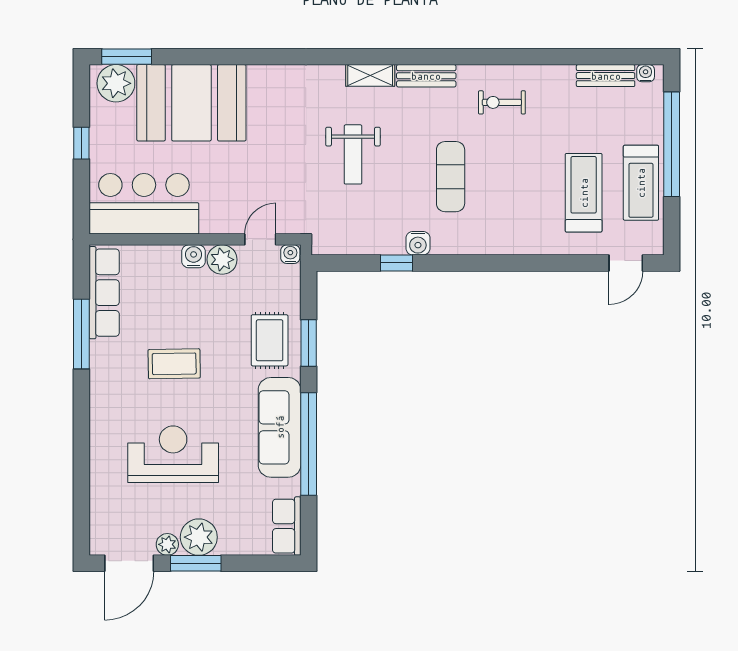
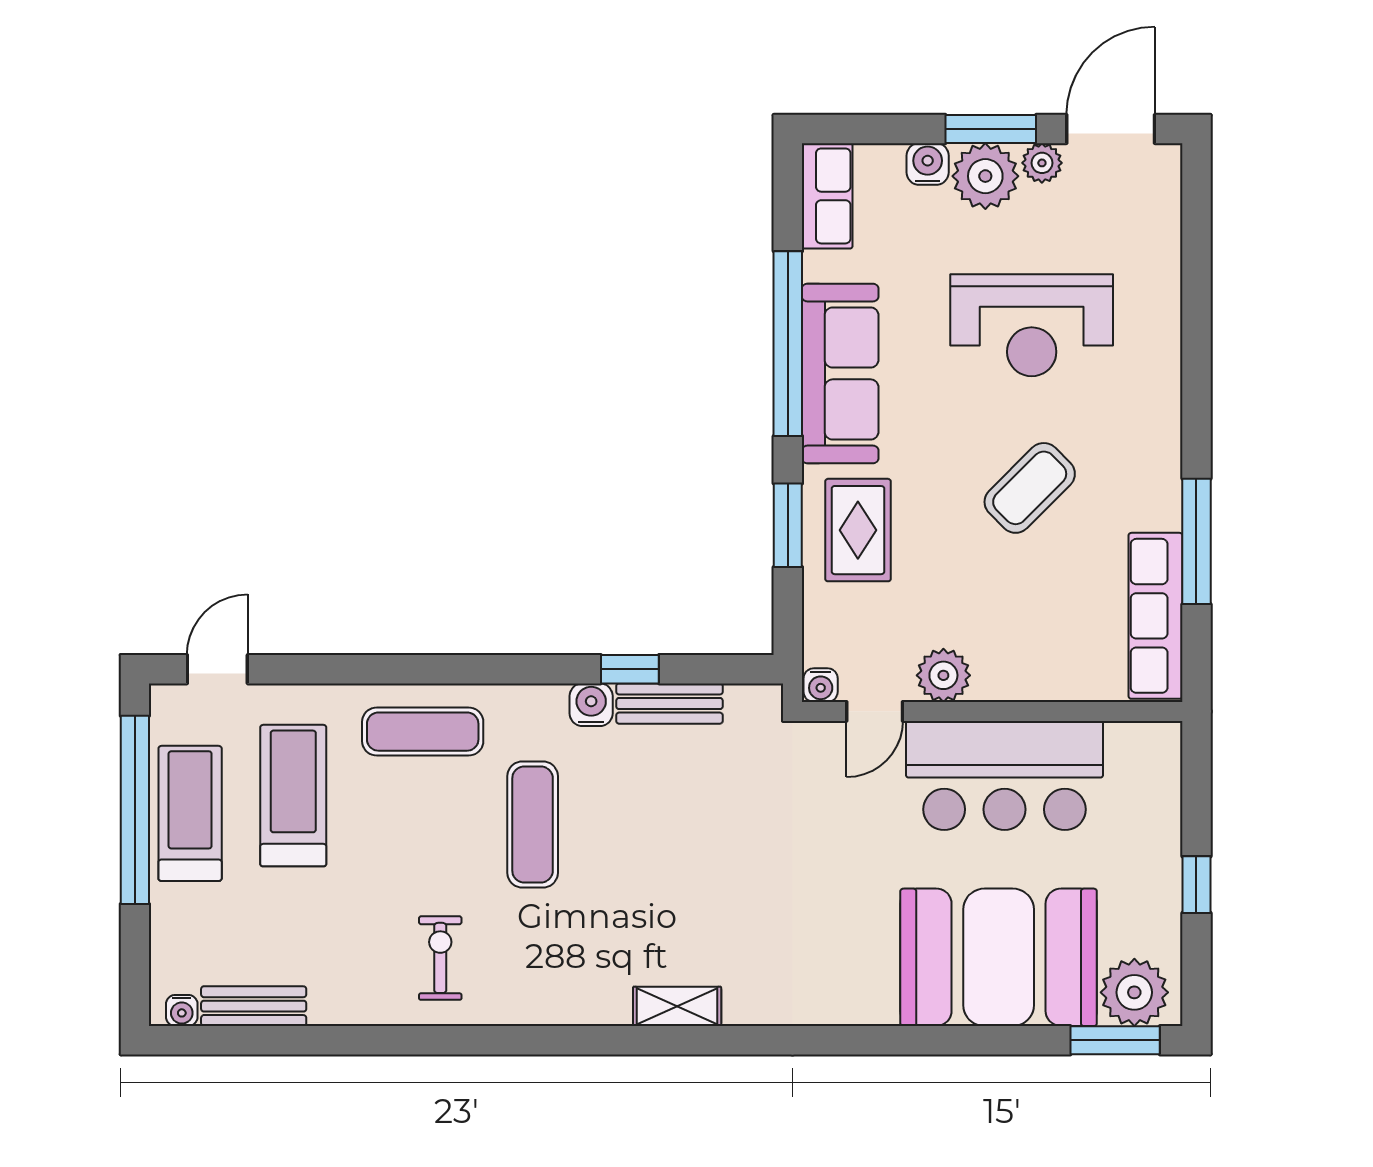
bench: (426, 76) -> (669, 704), moved
exercise bike: (502, 102) -> (440, 958), turned -90
window: (672, 144) -> (135, 810), moved
weight bench: (353, 154) -> (708, 864), removed
treadmill: (584, 193) -> (293, 796), turned 180
bar counter: (144, 204) -> (1005, 776), moved
exercise mat: (512, 228) -> (423, 732), added
water cooler: (194, 256) -> (928, 164), moved, turned 180
coffee table: (174, 364) -> (1030, 488), turned -44

